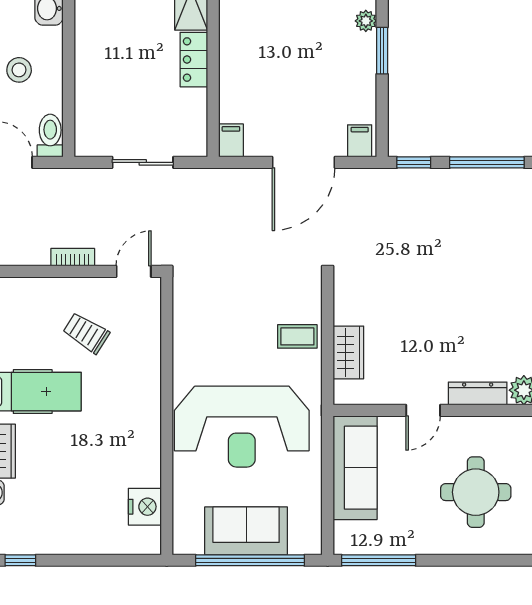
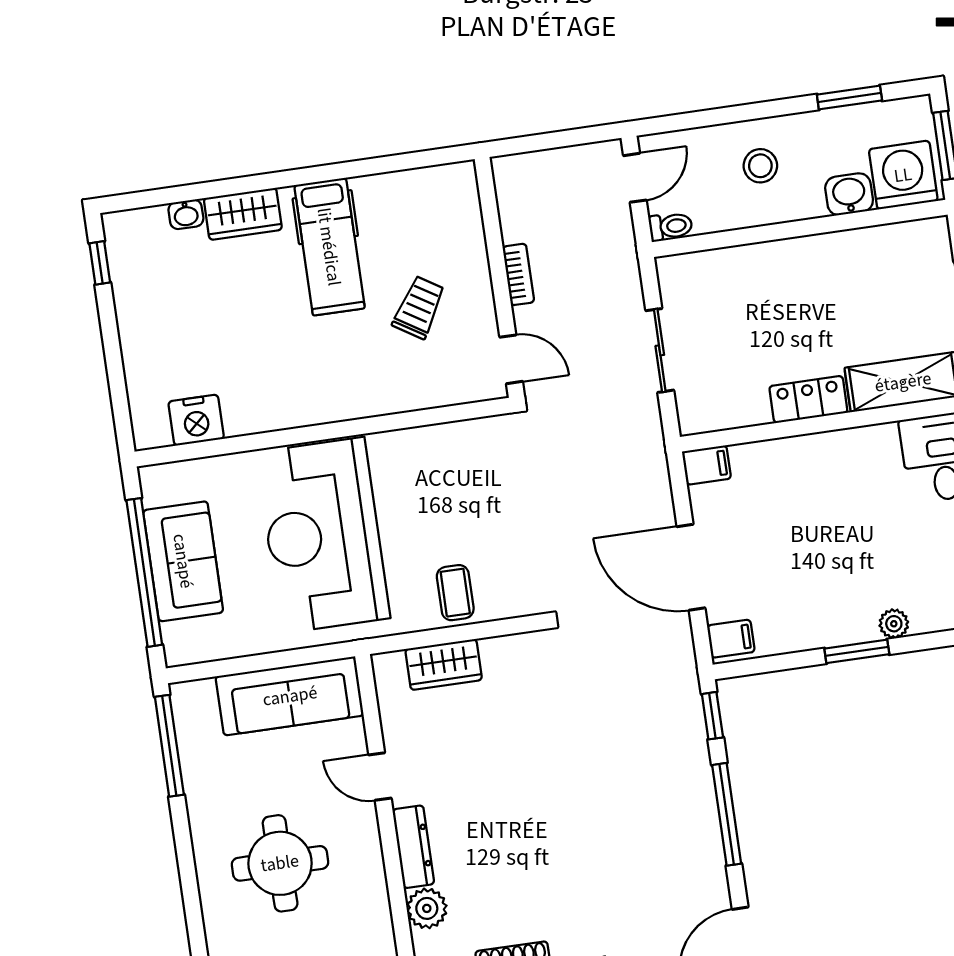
toilet: (50, 136) -> (671, 226), width x0.73, depth x0.72

